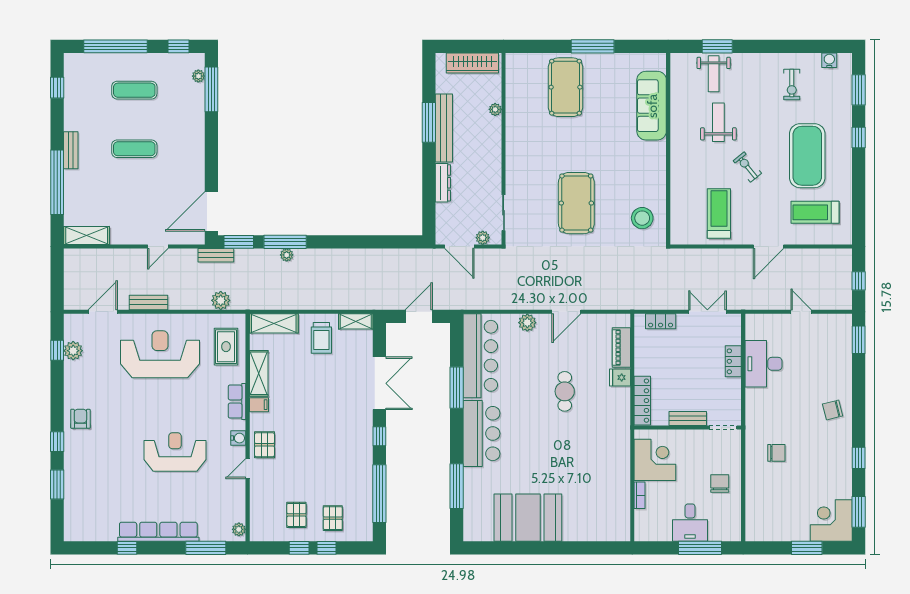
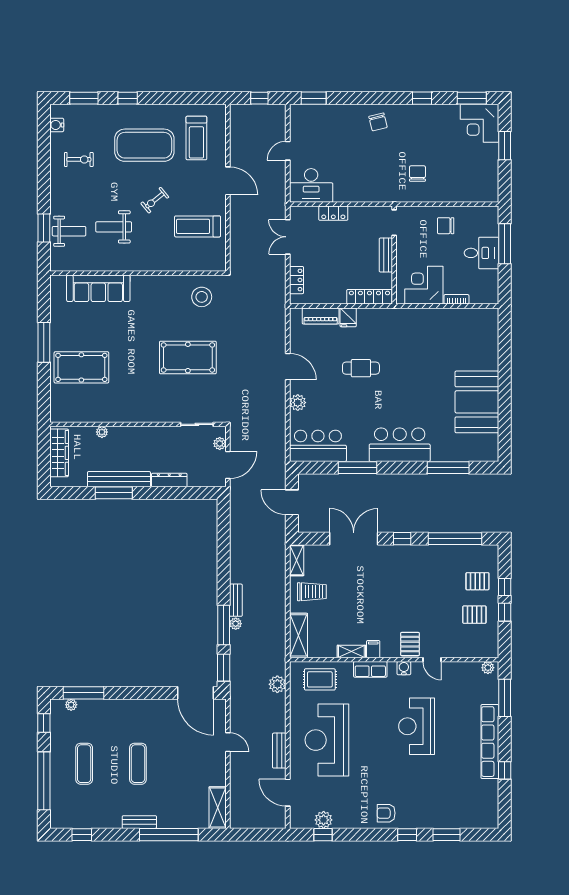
bench: (216, 255) -> (236, 600), moved
bar counter: (480, 356) -> (318, 446), width x0.73
desk: (764, 364) -> (311, 185), moved
shelving: (259, 373) -> (351, 651), width x0.67, depth x0.75
pallet: (264, 445) -> (410, 644), turned 90

